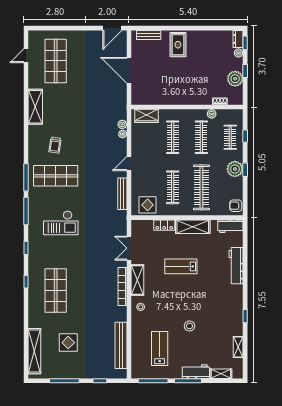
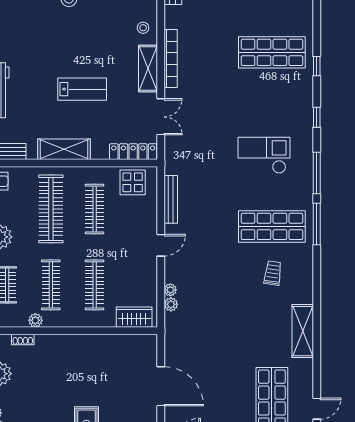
locker: (164, 225) -> (133, 152), moved, width x1.53
shop shelf: (56, 291) -> (272, 52), turned 90

